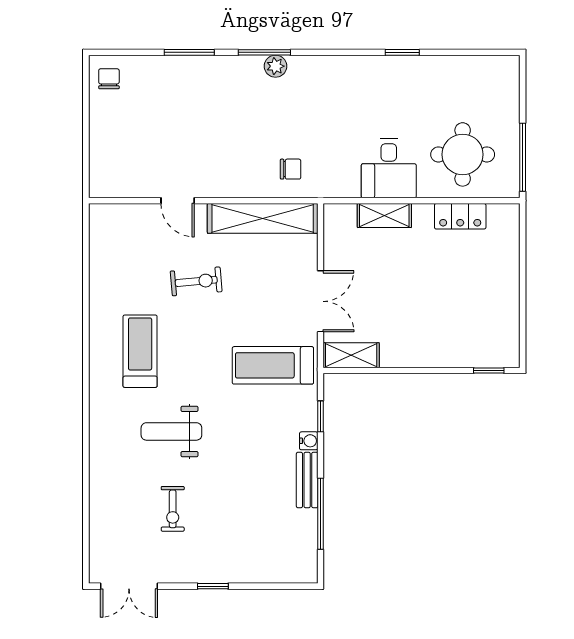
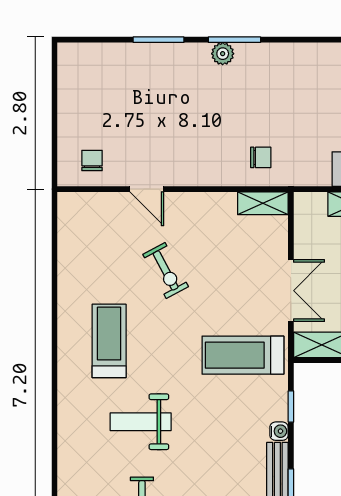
plant: (276, 66) -> (223, 54), moved
chair: (109, 79) -> (92, 161), moved
shelving: (263, 218) -> (263, 203), width x0.45, depth x0.75
exercise bike: (196, 281) -> (166, 270), turned 67

